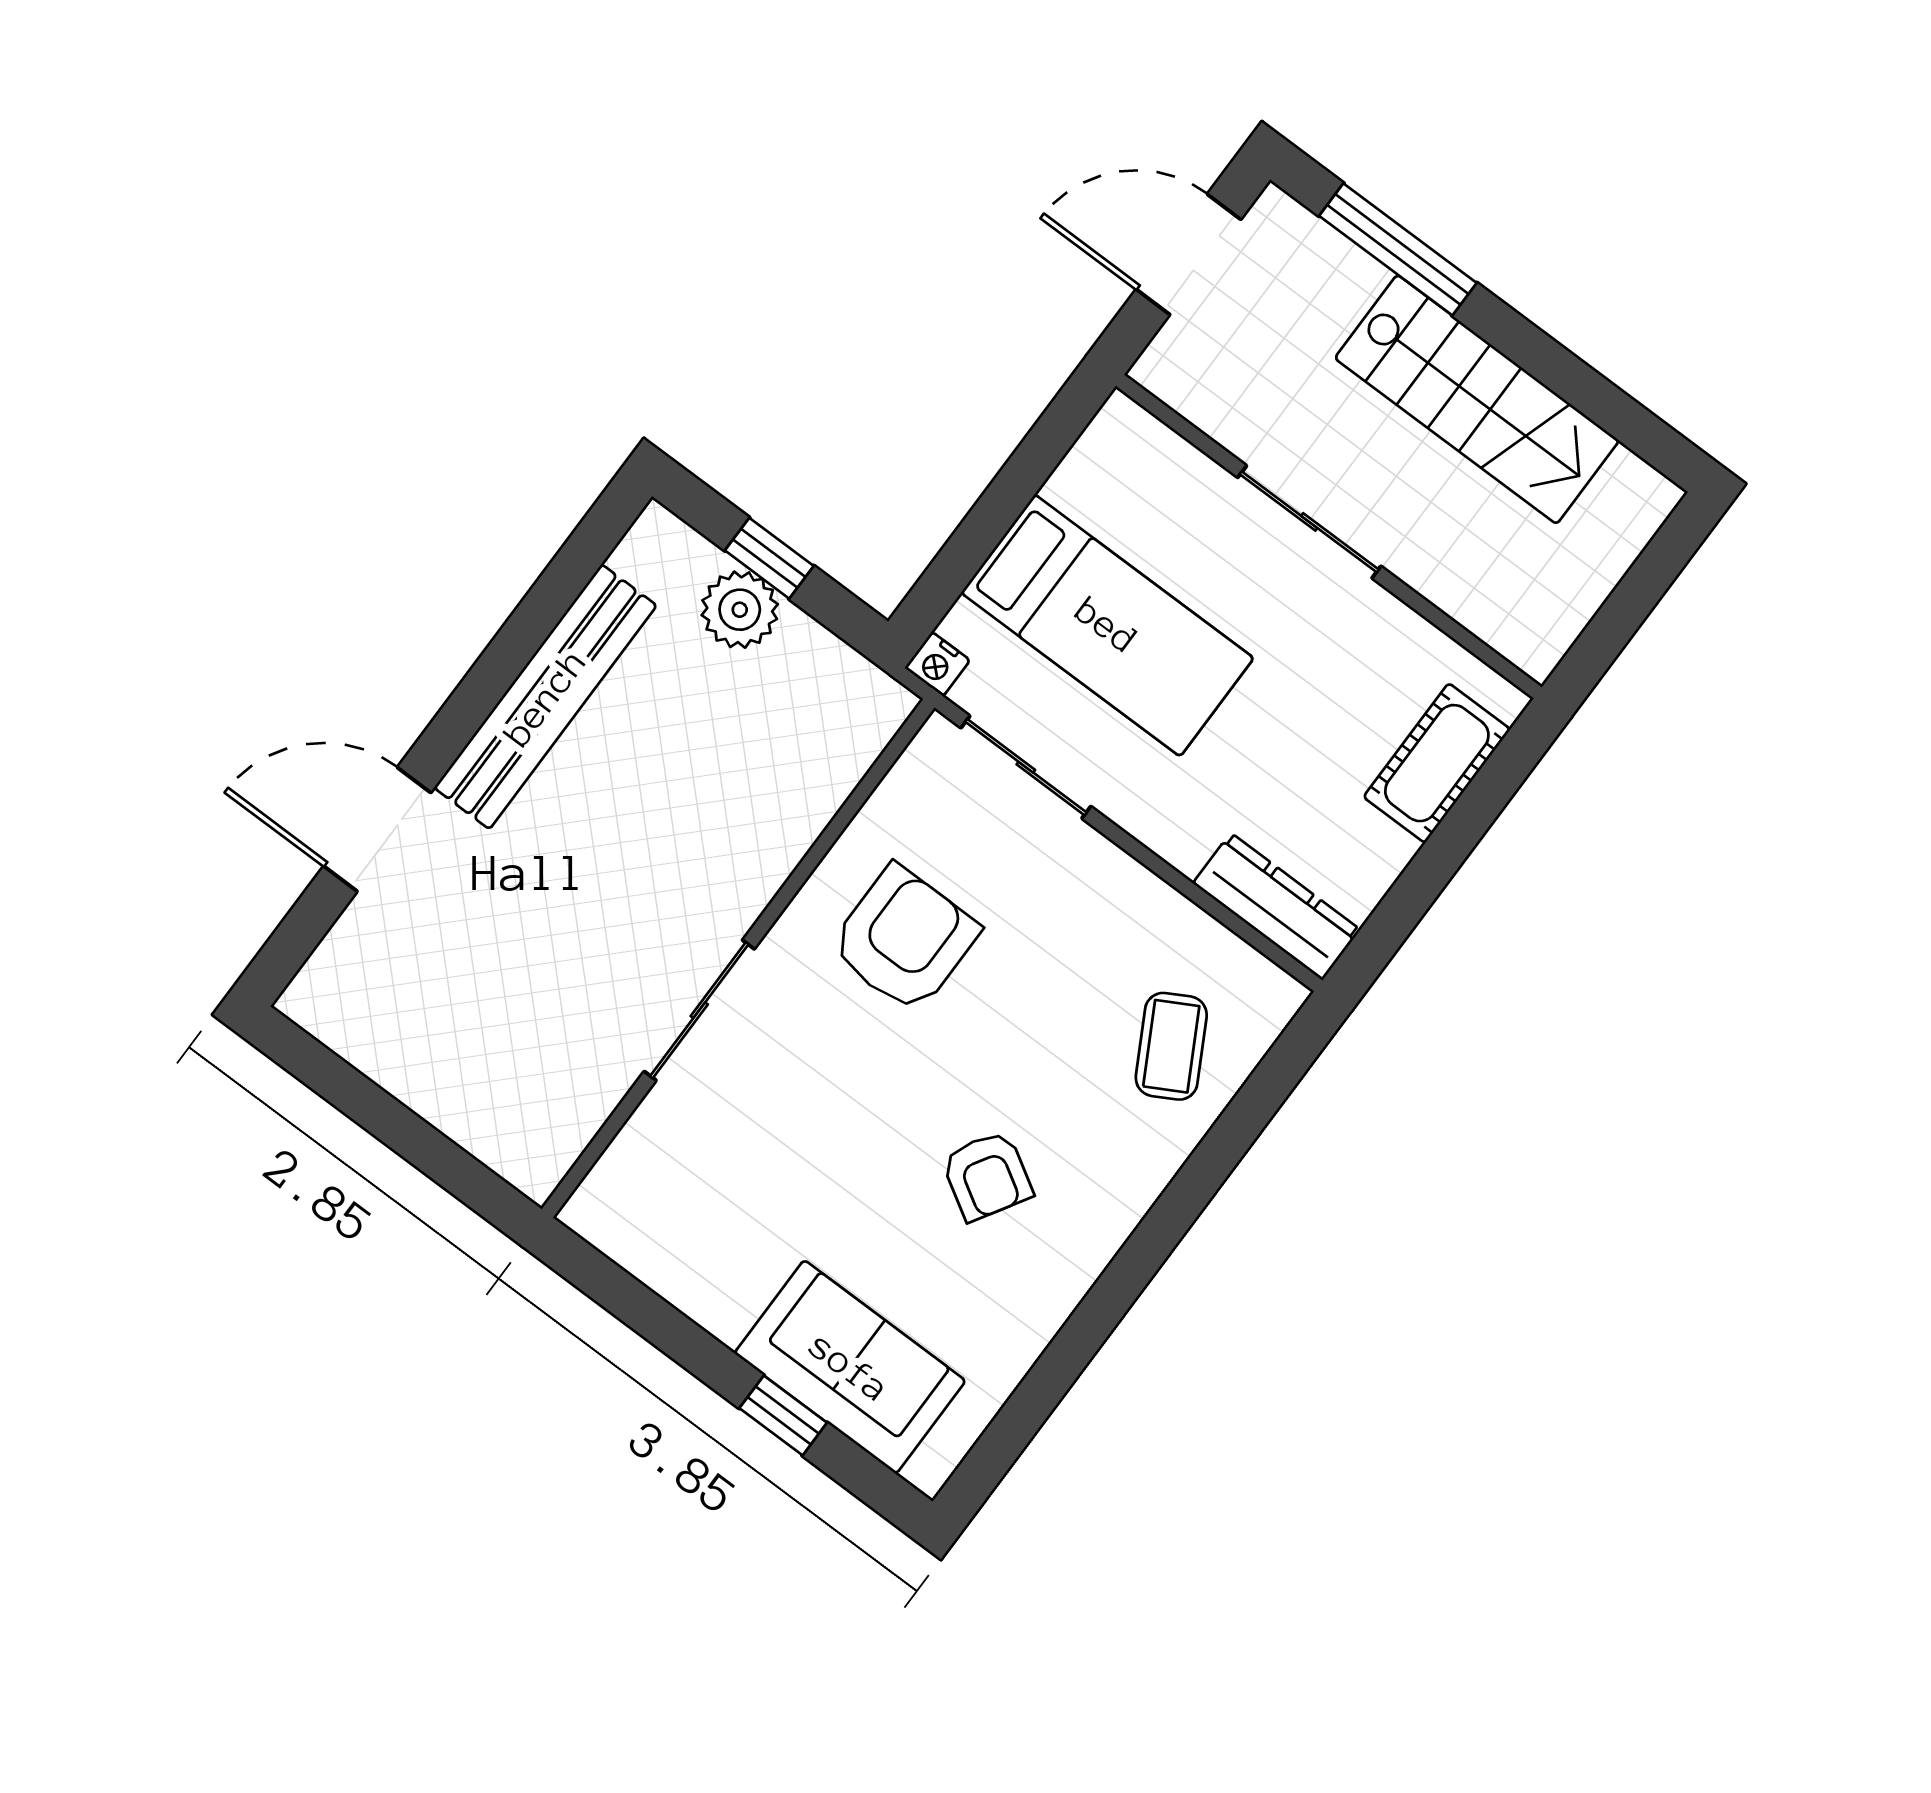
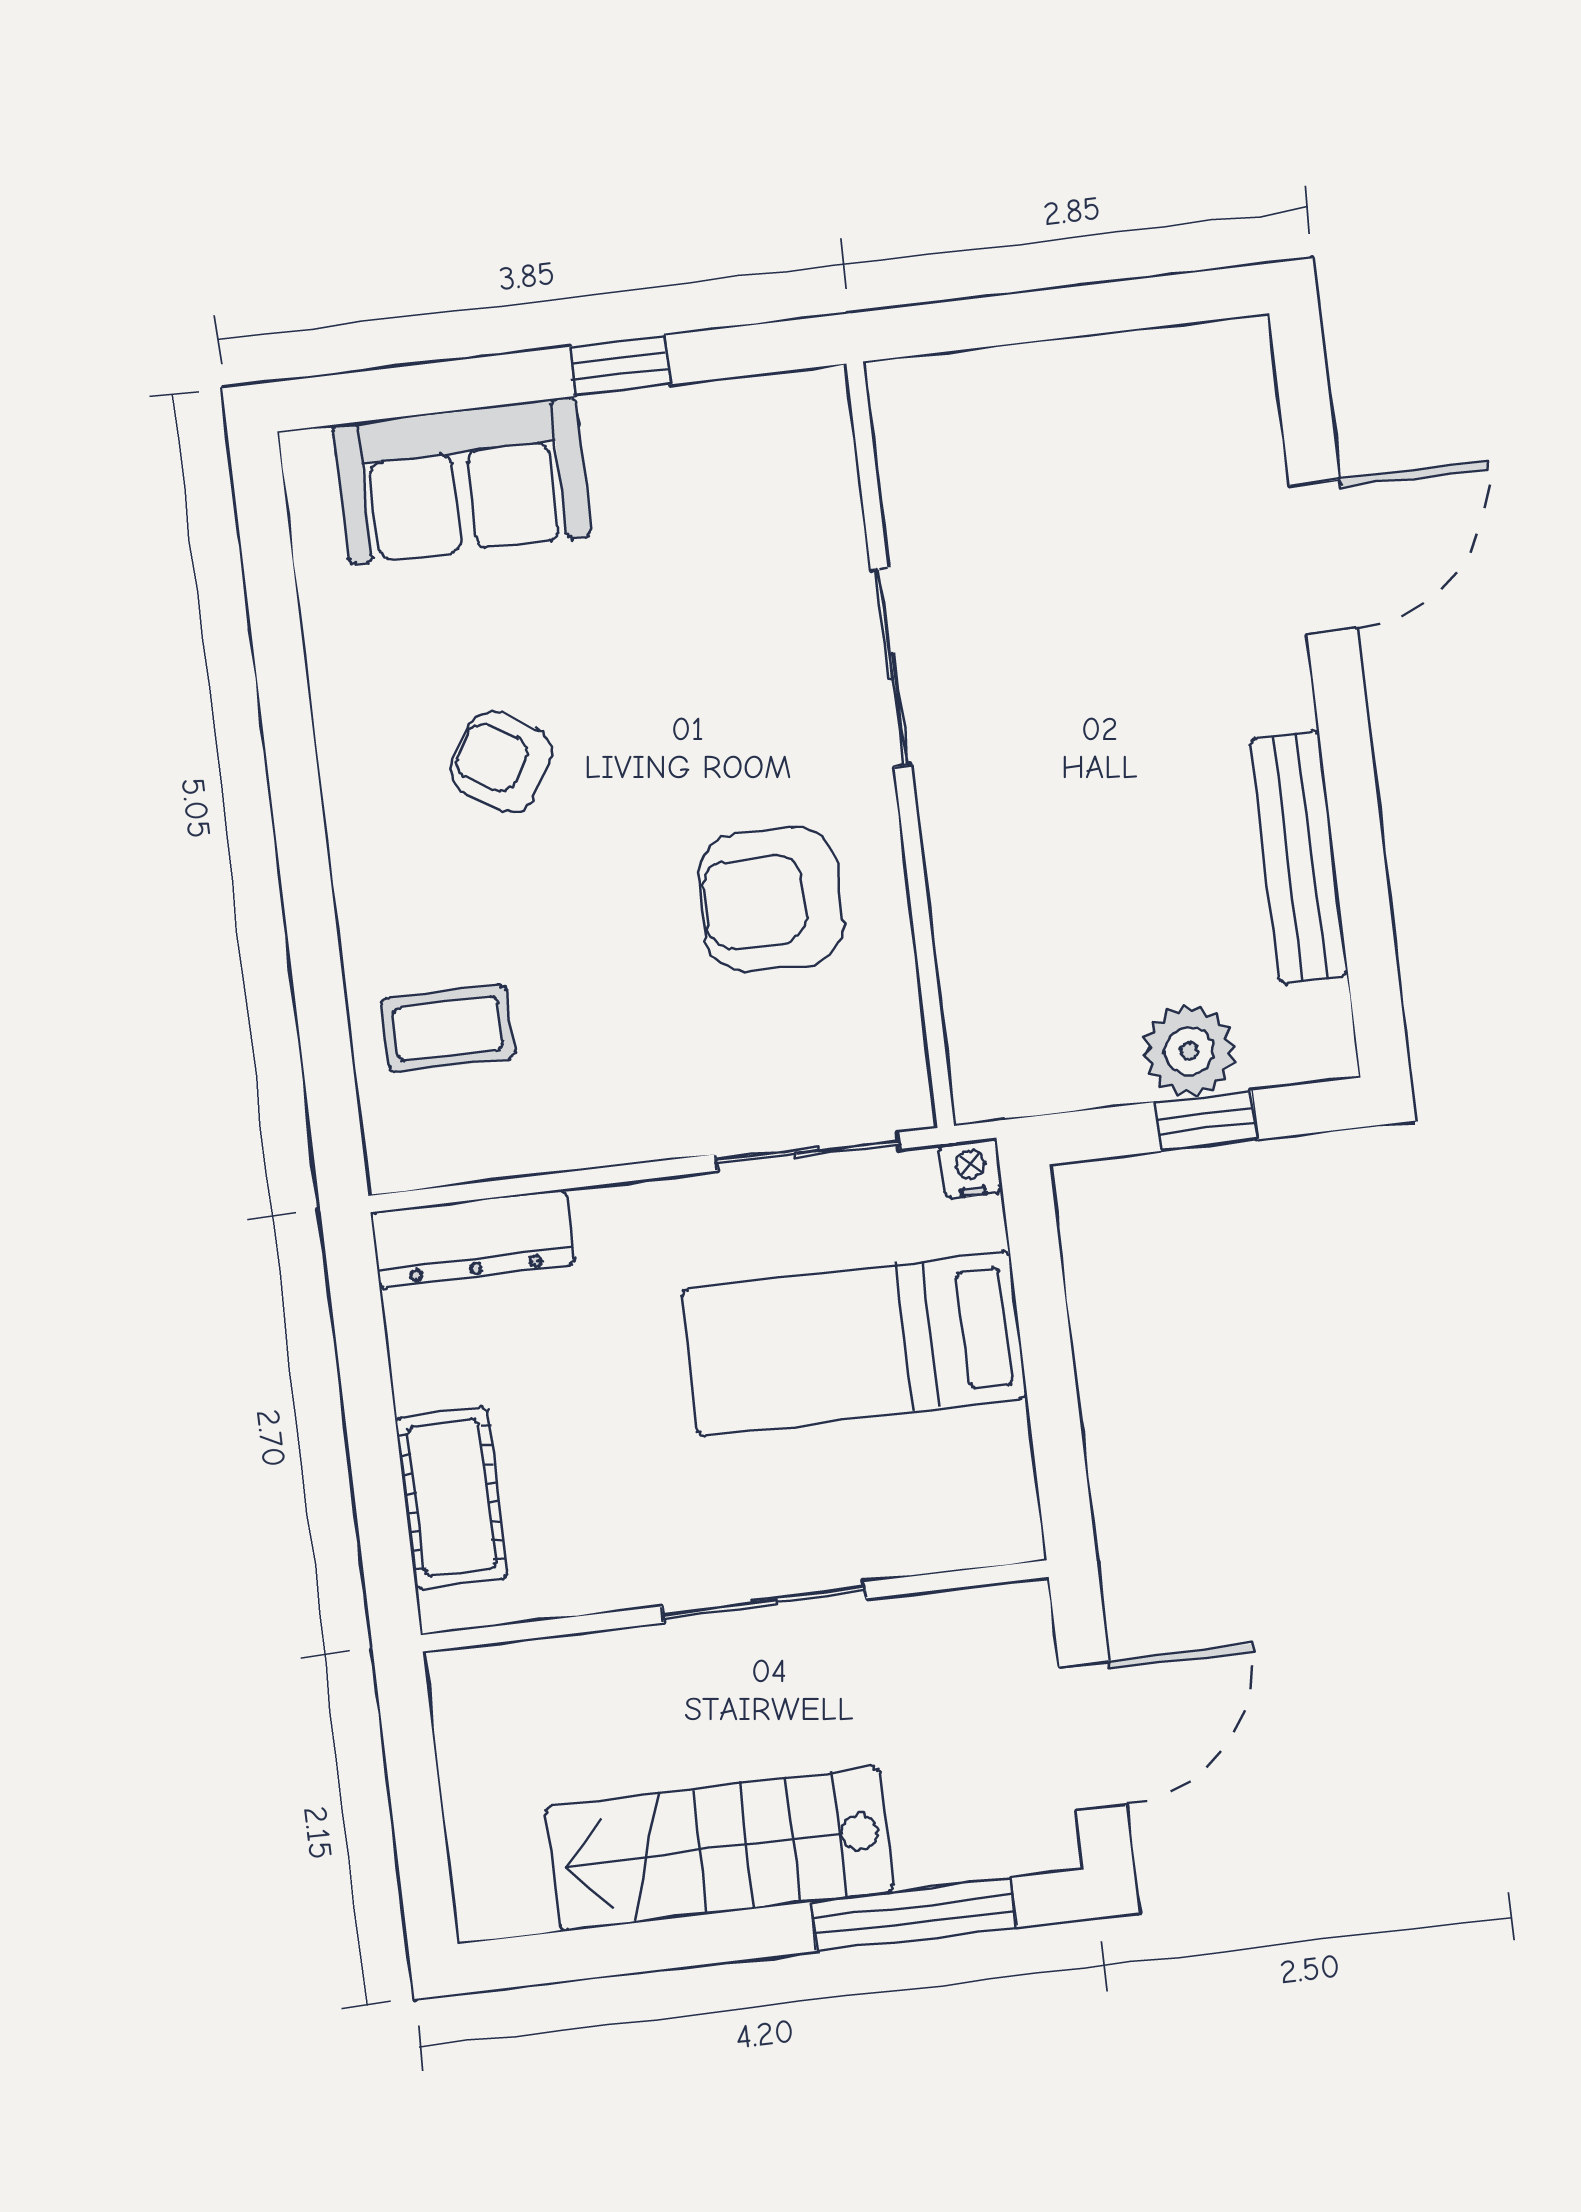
bench: (545, 697) -> (1299, 857), width x0.73, depth x0.82
armchair: (904, 939) -> (771, 900), turned 90
coffee table: (1171, 1046) -> (448, 1029), turned -61
window: (783, 1415) -> (620, 366), moved

